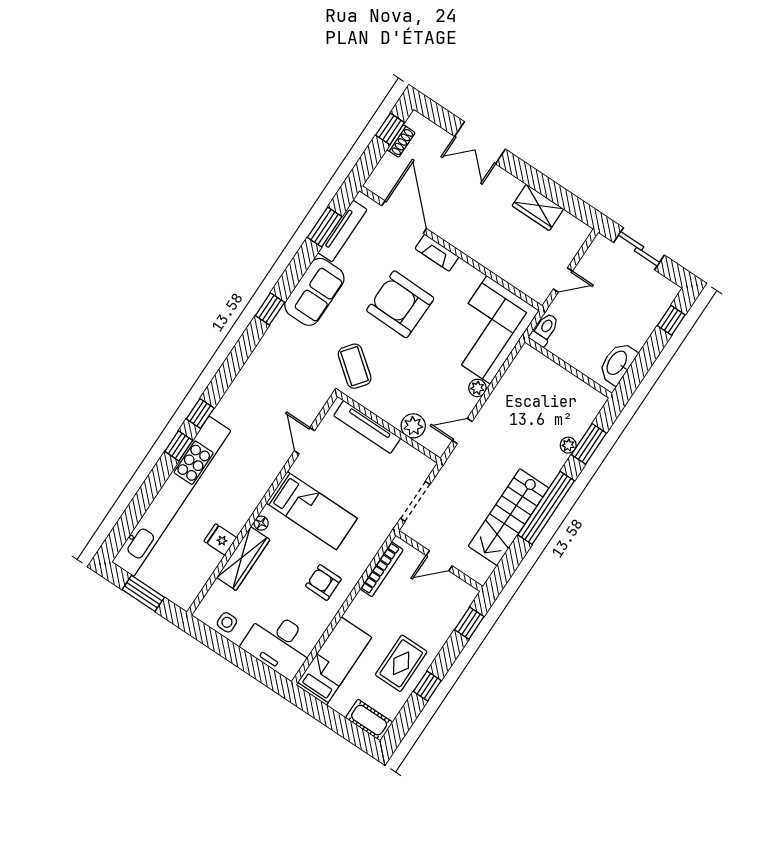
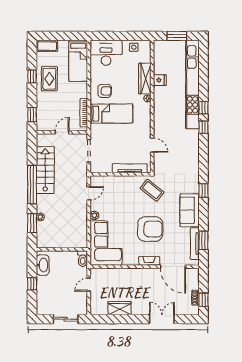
window: (671, 320) -> (32, 284), moved
plant: (413, 426) -> (111, 182), removed
bed: (312, 511) -> (111, 114), moved, turned 180

